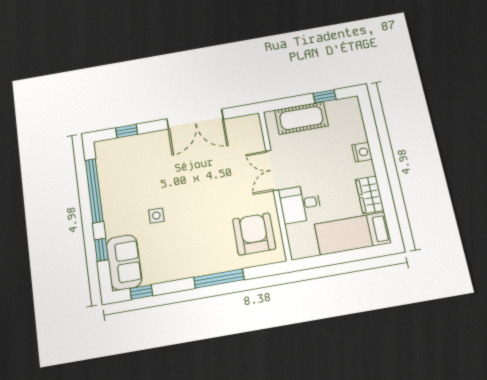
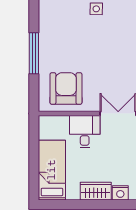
wardrobe: (370, 195) -> (96, 191), moved
armchair: (254, 234) -> (66, 89), turned -90

